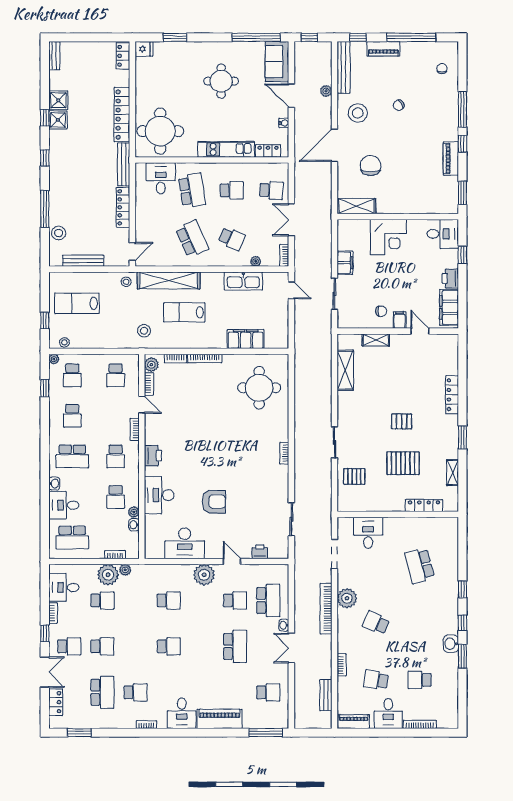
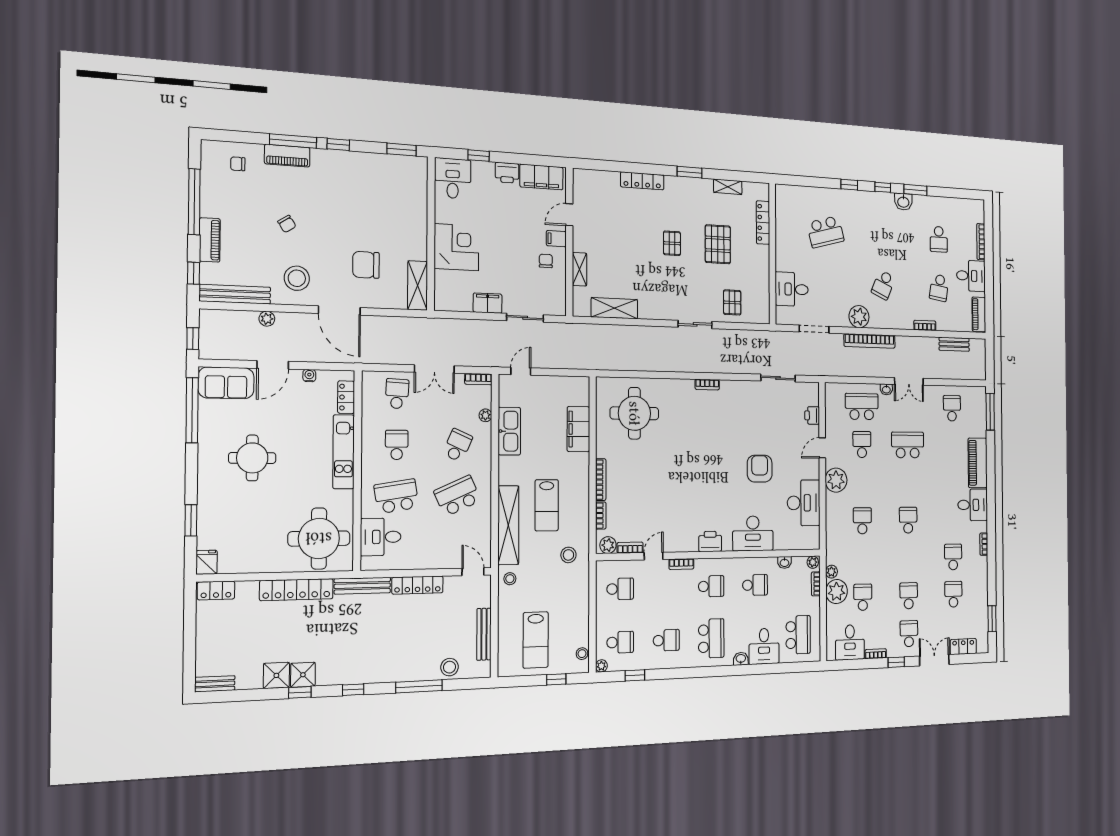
piano: (451, 159) -> (287, 156), moved
plant: (134, 512) -> (813, 562), moved
school desk: (102, 692) -> (953, 594), width x0.54

